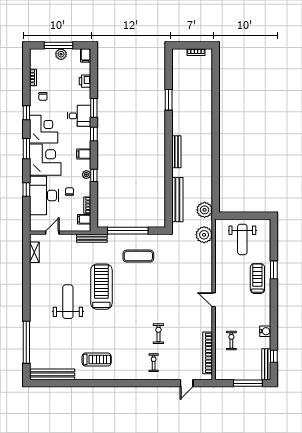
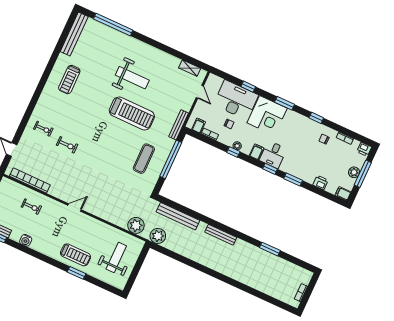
printer: (35, 55) -> (364, 149), added
desk: (79, 116) -> (273, 155), moved
corner desk: (44, 129) -> (295, 126), removed
weight bench: (242, 239) -> (116, 257), turned 90

